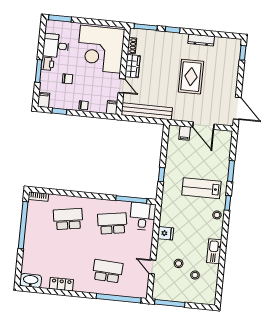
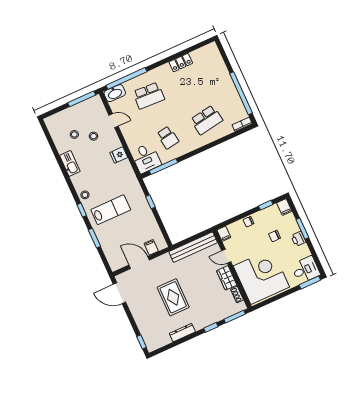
desk: (56, 46) -> (306, 270), moved
school desk: (112, 223) -> (168, 137), width x0.54
washbasin: (31, 281) -> (115, 93), moved

